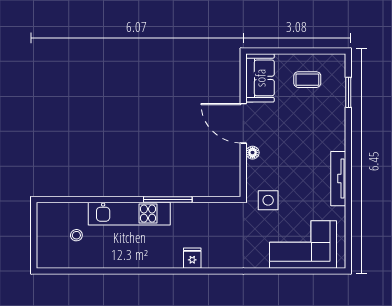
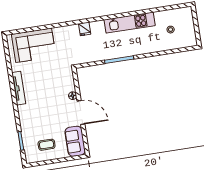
side table: (268, 200) -> (59, 69), removed
kitchen unit: (129, 214) -> (130, 23), moved, turned 180
fridge: (192, 258) -> (85, 29), moved

